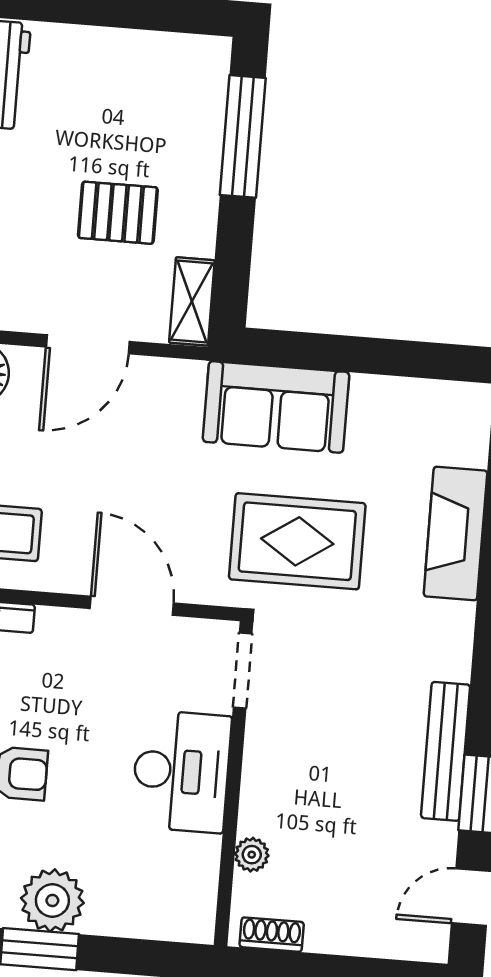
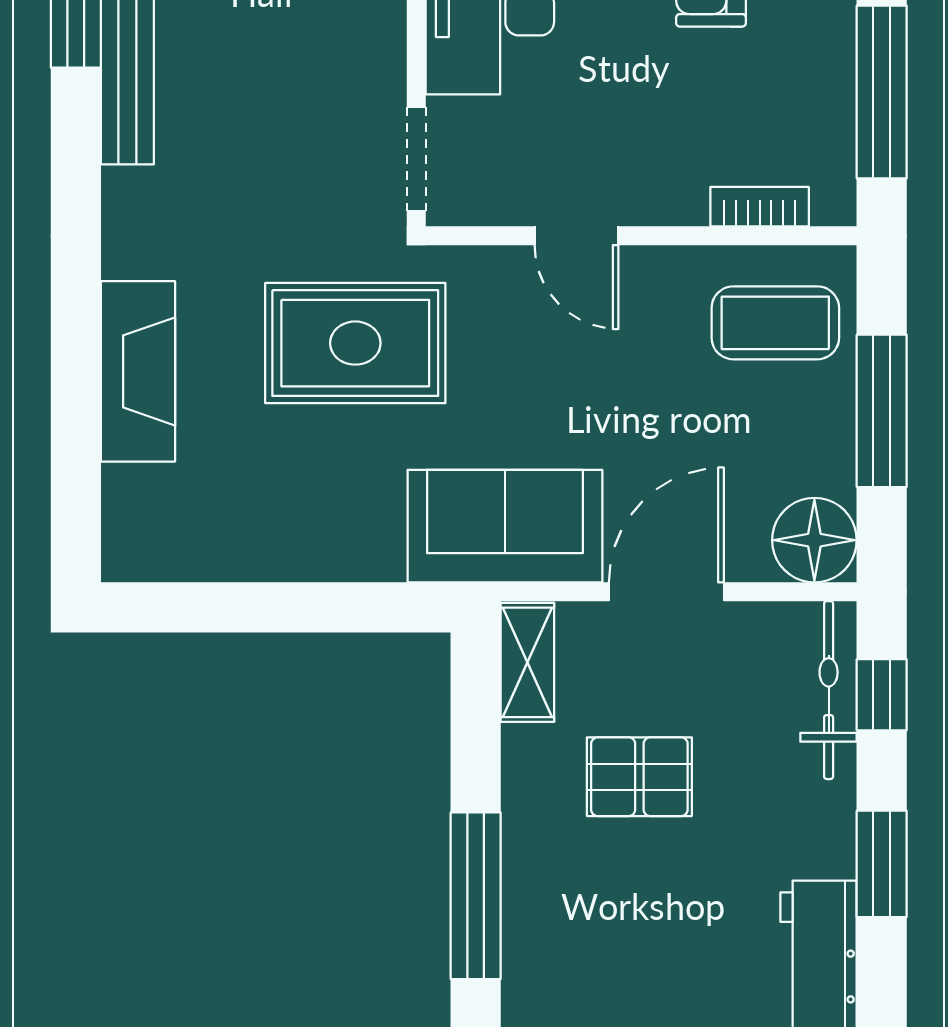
sofa: (276, 407) -> (505, 526), moved
door: (132, 606) -> (577, 236), width x0.73

